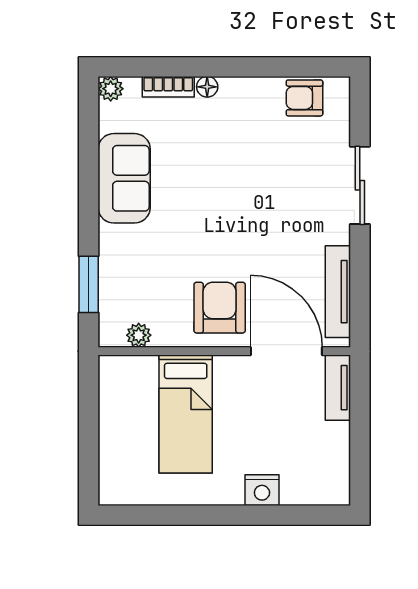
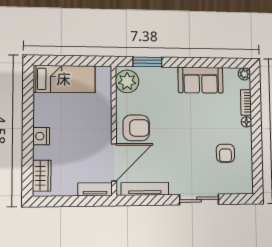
armchair: (304, 98) -> (225, 153), moved, turned 180
plant: (139, 335) -> (127, 81), width x1.88, depth x1.88
bed: (186, 414) -> (64, 79), moved, turned 180
wardrobe: (311, 489) -> (42, 176), added
nightstand: (262, 490) -> (41, 136), moved

